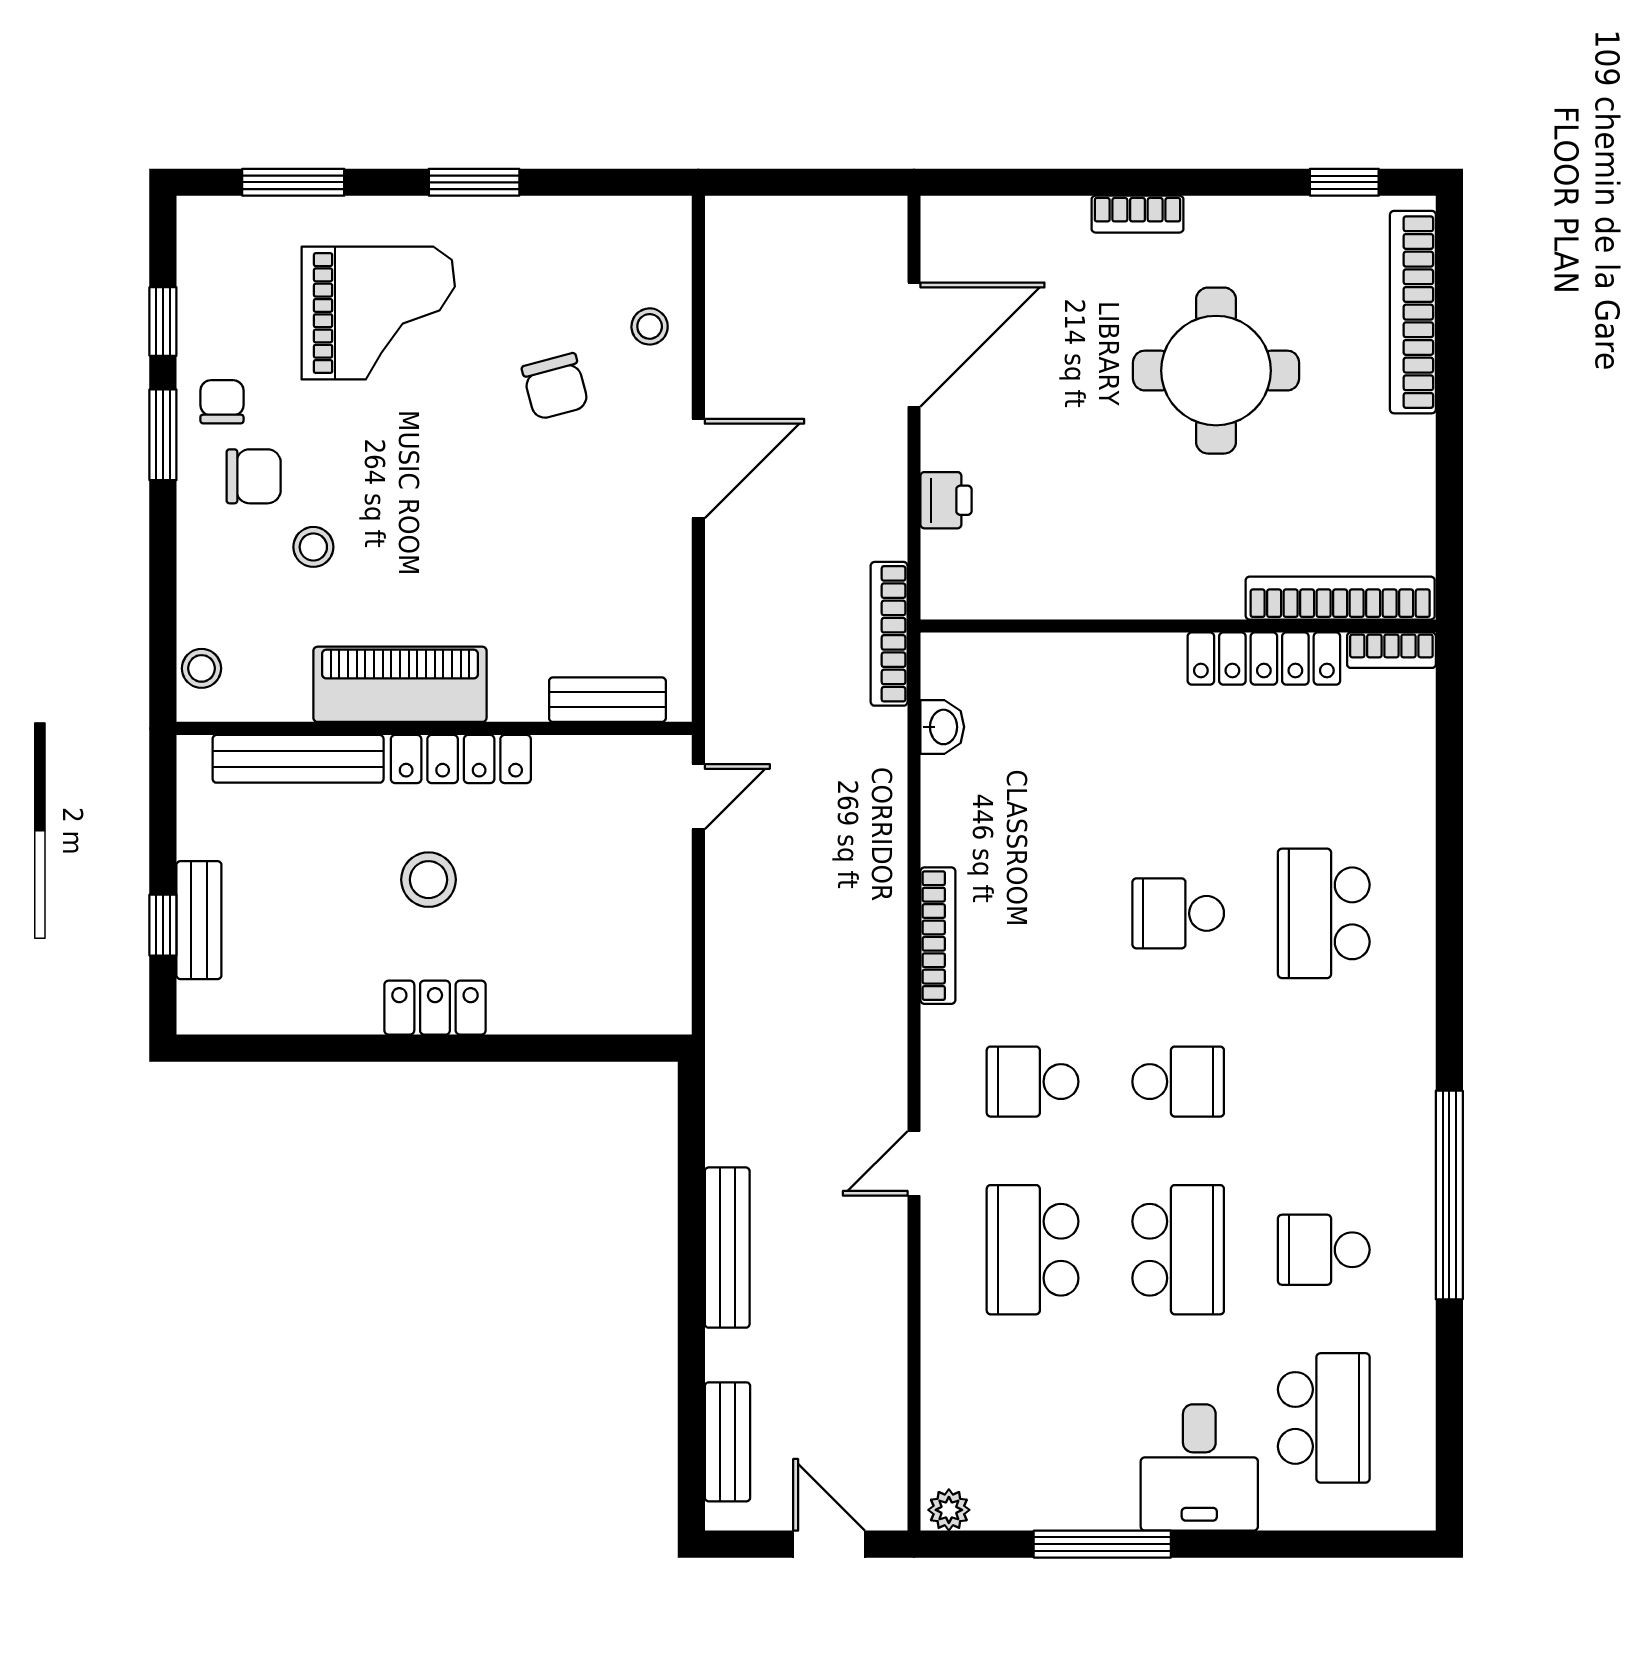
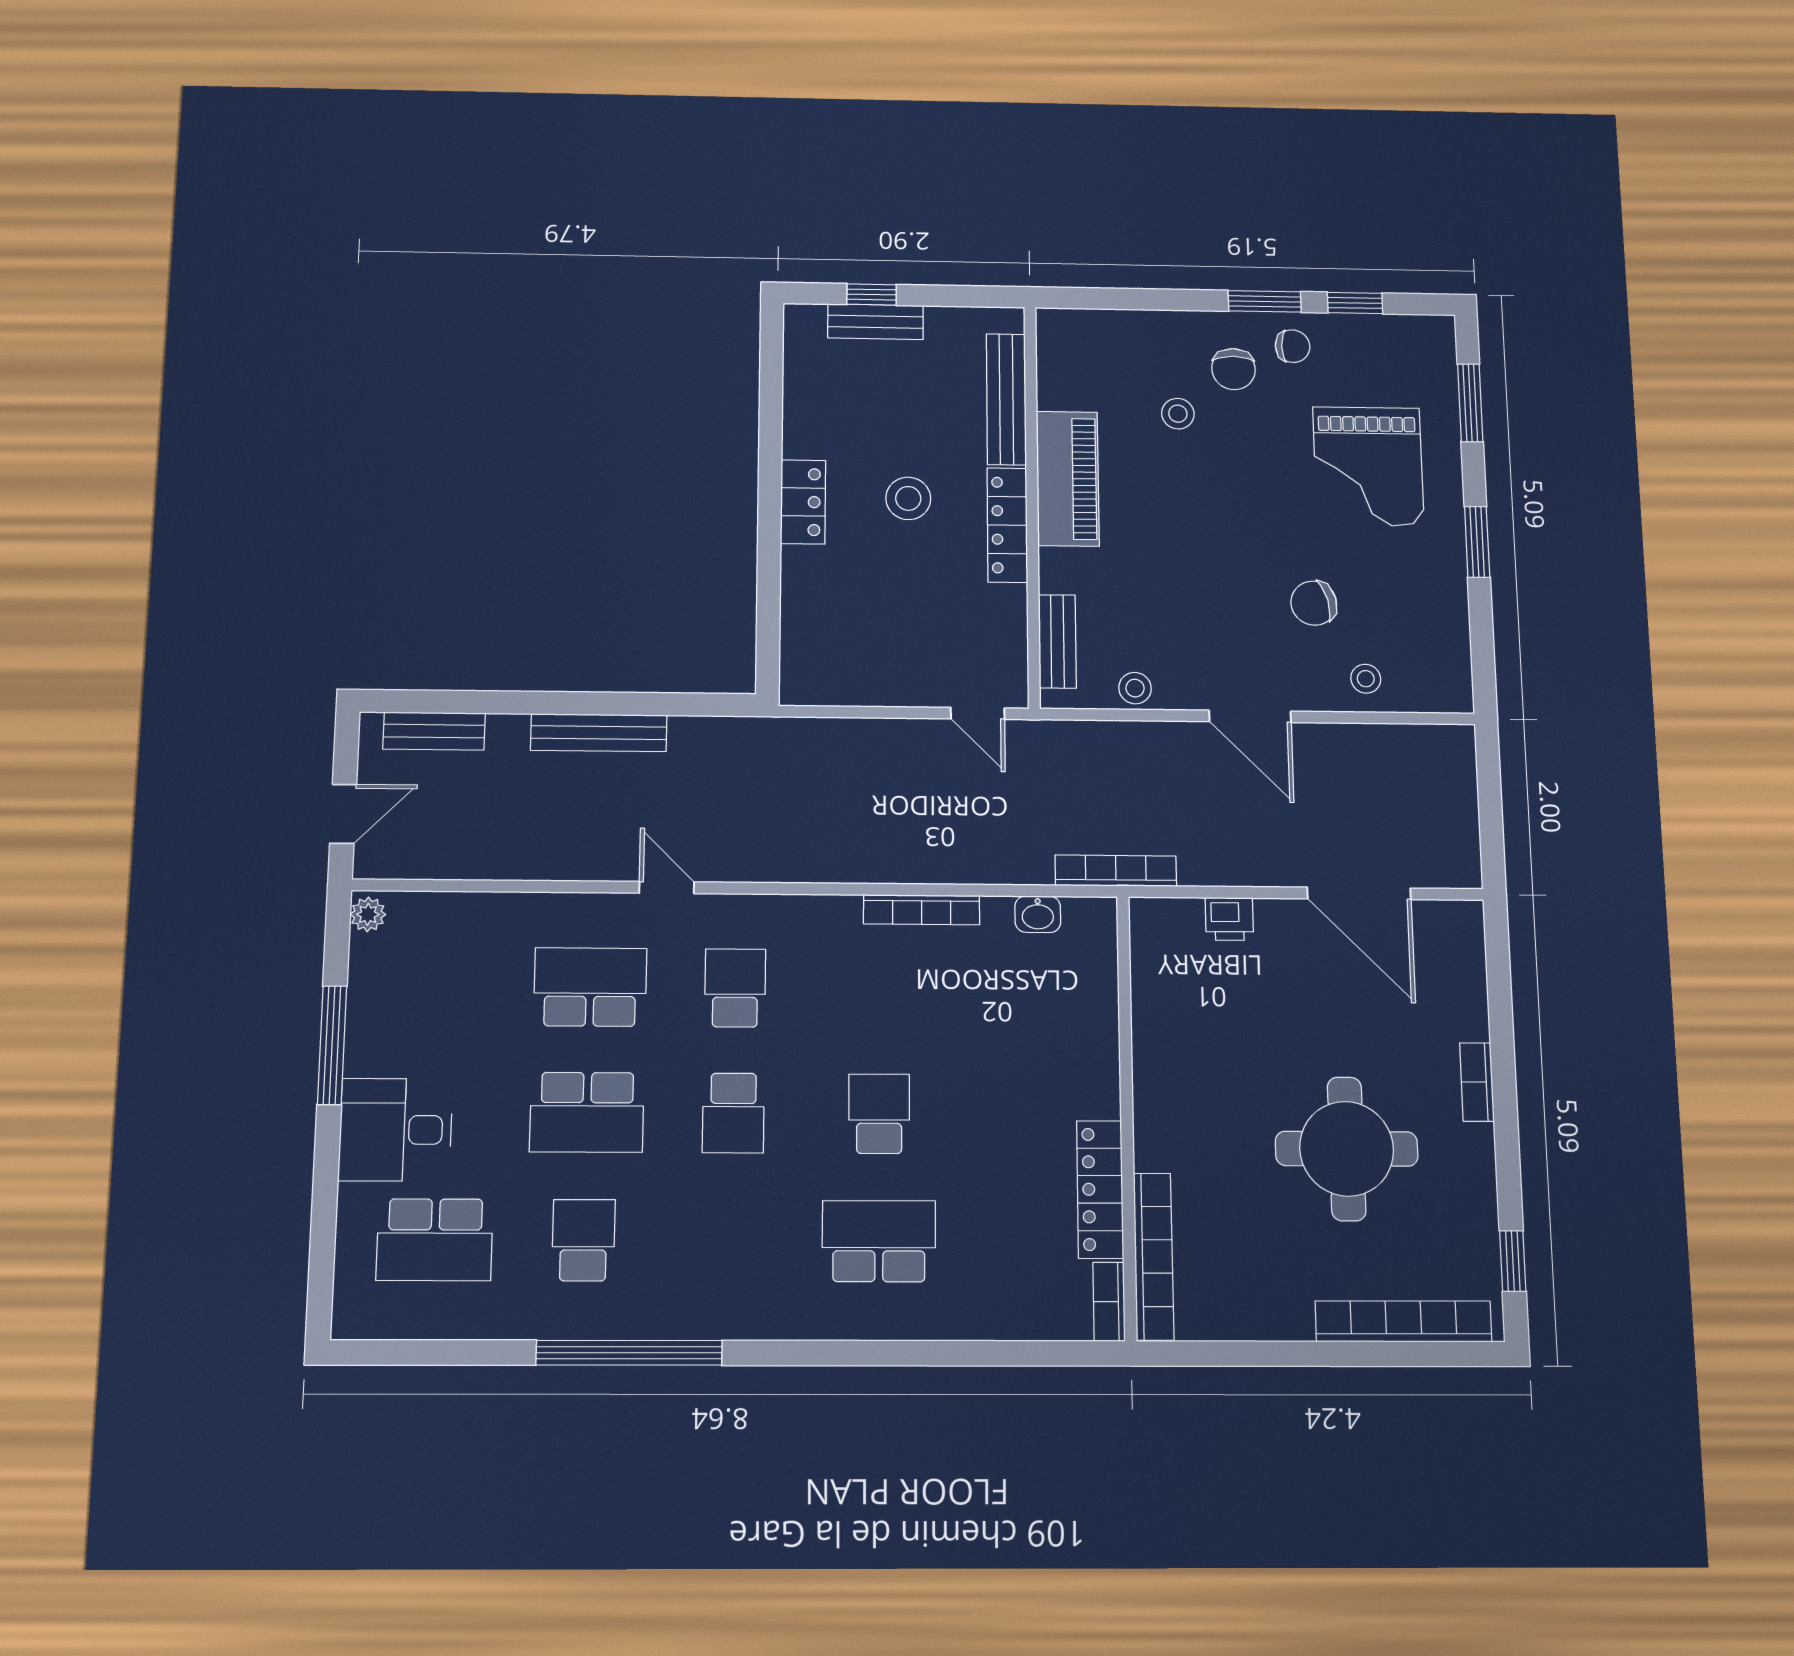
stool: (202, 668) -> (1135, 688), moved
bookcase: (938, 936) -> (922, 910), moved

